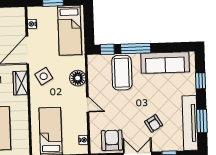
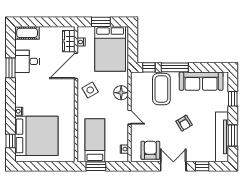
bed: (70, 30) -> (110, 49), width x1.50
wardrobe: (20, 83) -> (69, 41), moved
armchair: (154, 123) -> (184, 123), moved

